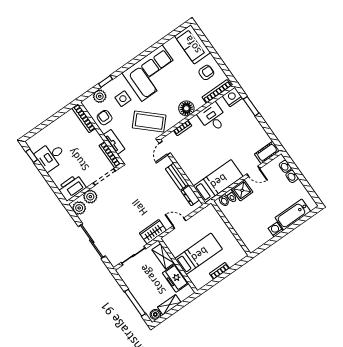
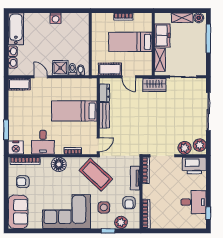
bed: (218, 181) -> (74, 111), moved
bathtub: (293, 215) -> (16, 29), moved, turned -90
cot: (200, 219) -> (110, 69), added

